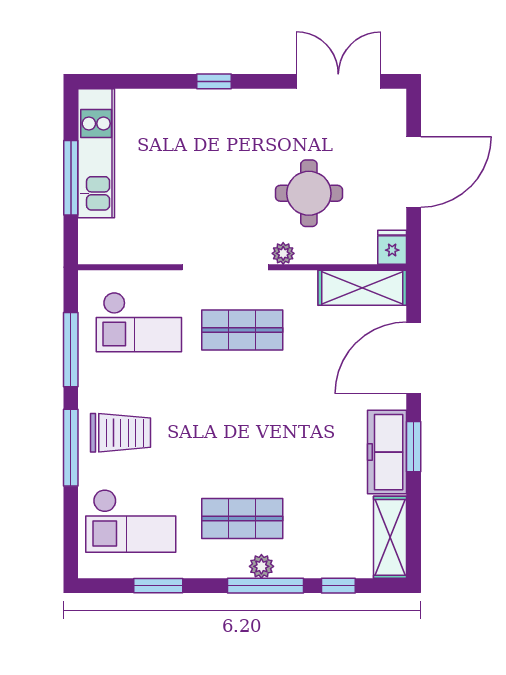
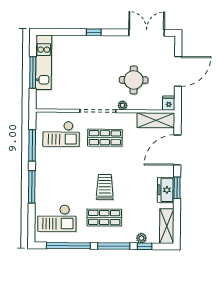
trolley: (120, 433) -> (105, 187), moved, turned -90
freezer: (387, 452) -> (166, 190), width x0.71
plant: (261, 566) -> (141, 238), moved
window: (158, 586) -> (68, 246), width x2.11

